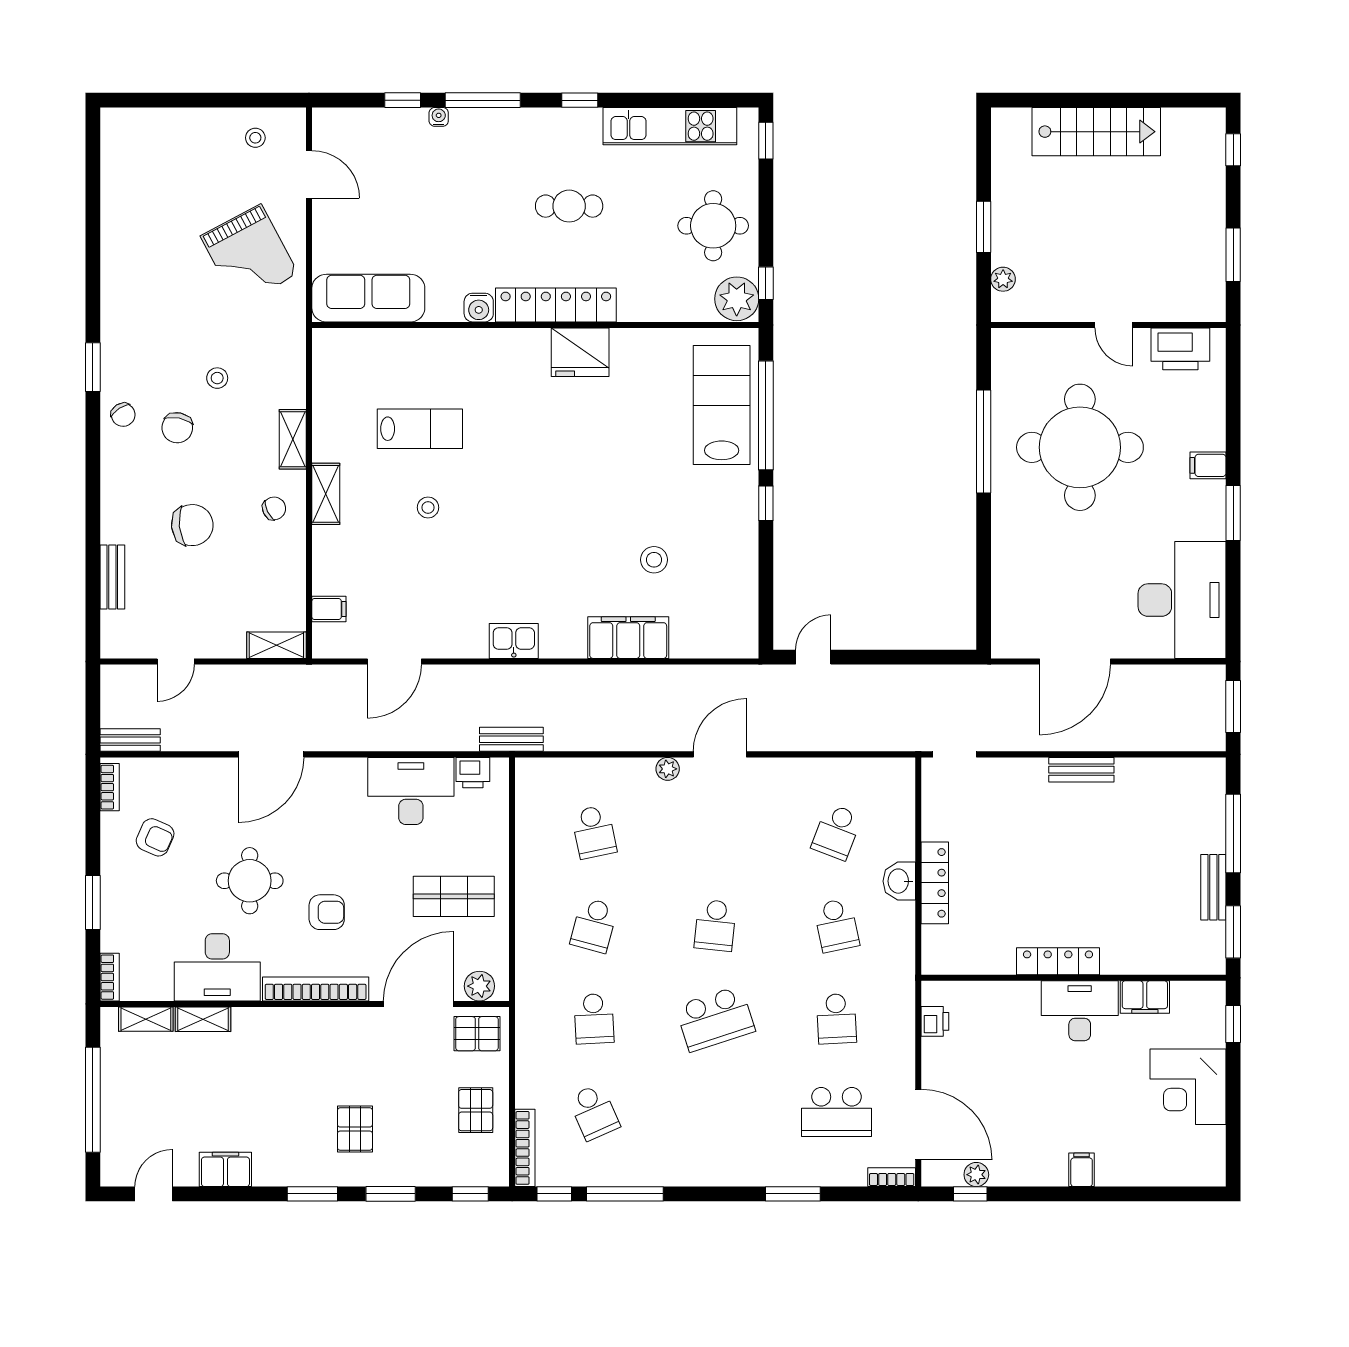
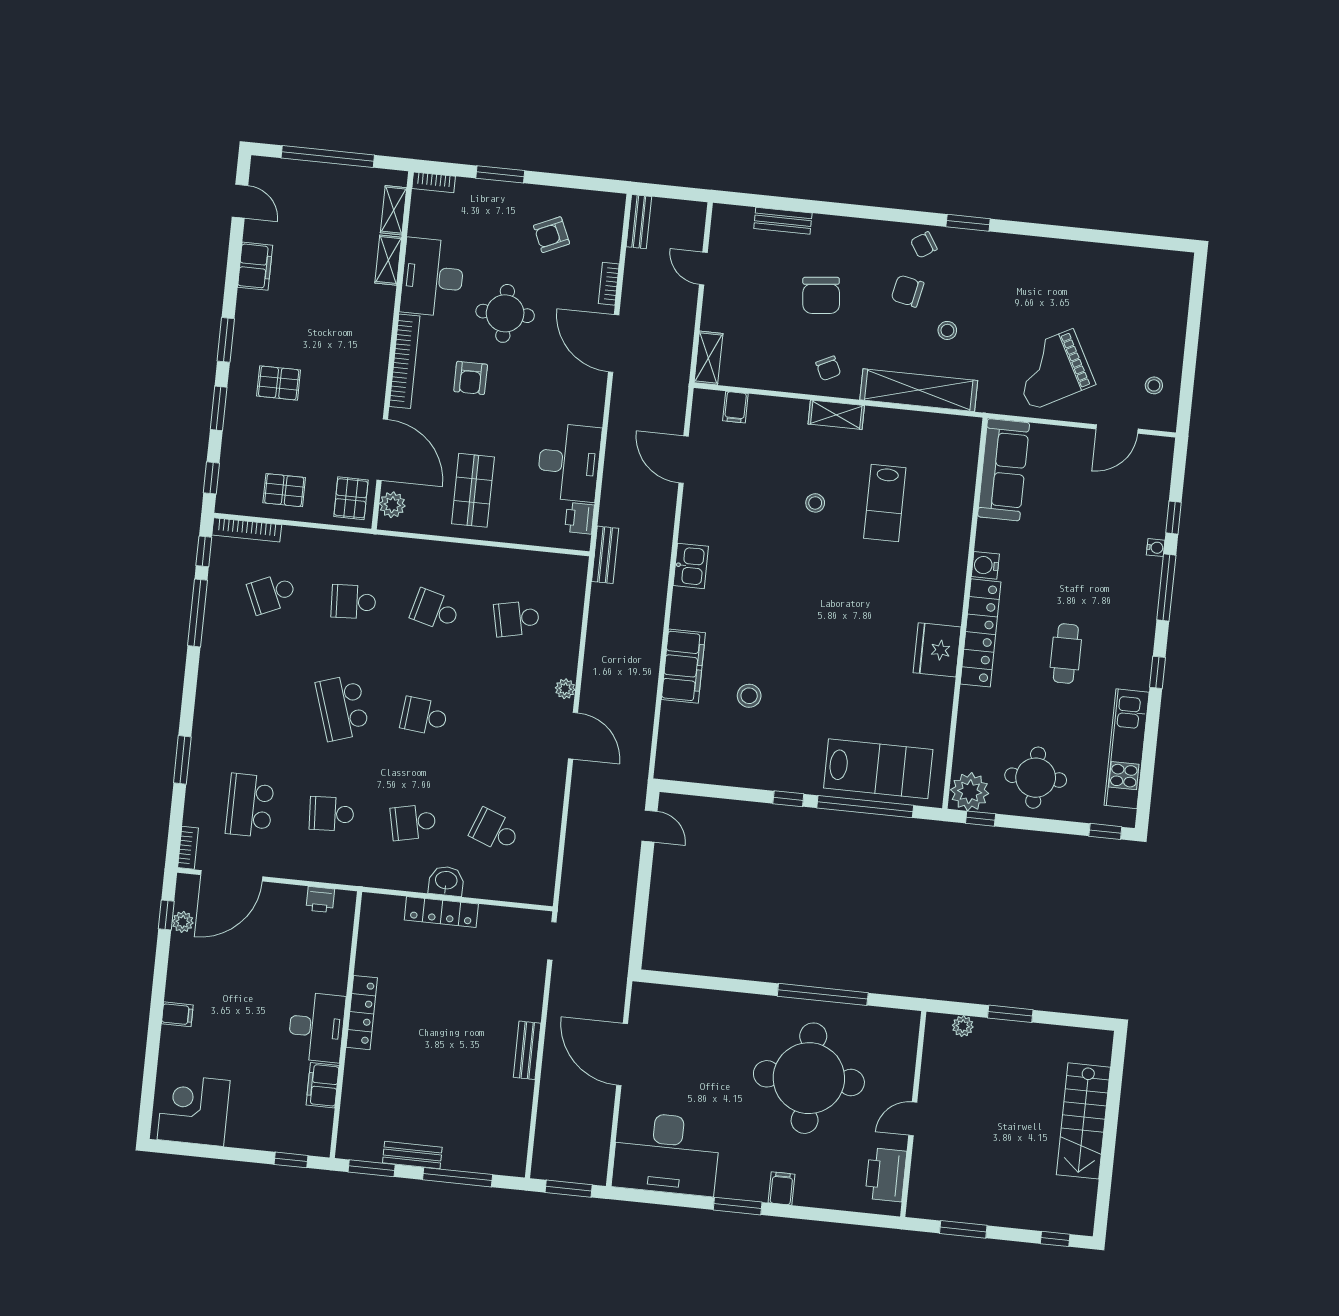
shelving: (293, 439) -> (919, 390), width x2.20, depth x1.33
bookcase: (110, 787) -> (609, 284), moved, turned 90
armchair: (155, 837) -> (552, 235), turned 42
corner desk: (1188, 1087) -> (194, 1110), moved

